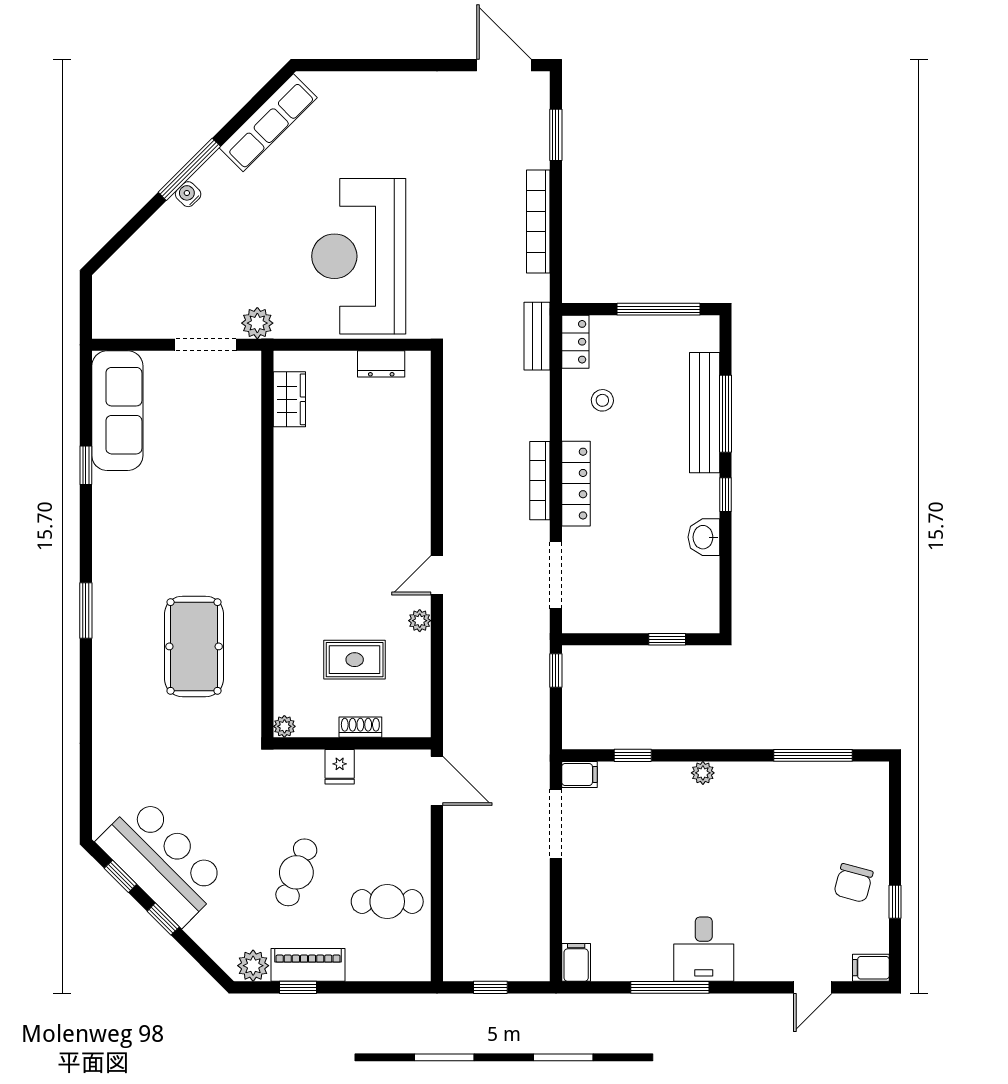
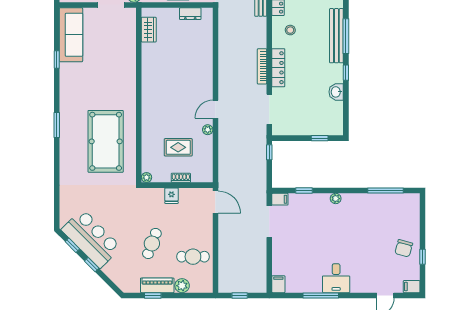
pool table: (194, 646) -> (106, 141), width x1.36, depth x1.32
plant: (253, 966) -> (182, 286), moved

